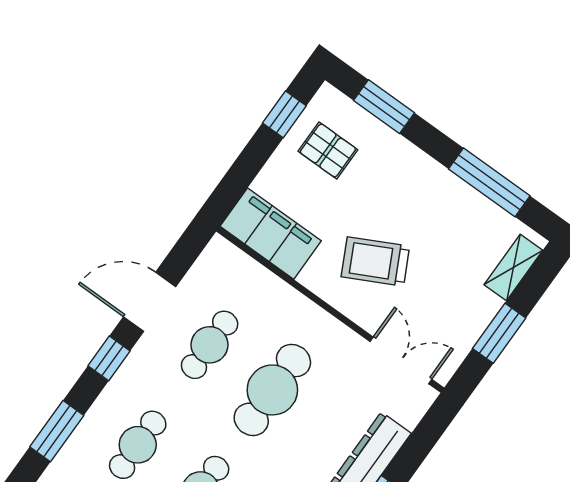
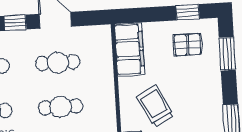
pallet: (328, 150) -> (187, 45), turned 90
cafe table: (272, 390) -> (61, 107), width x0.73, depth x0.74

